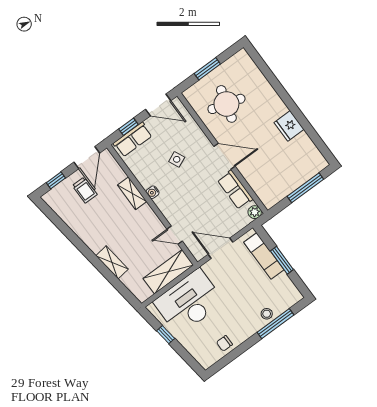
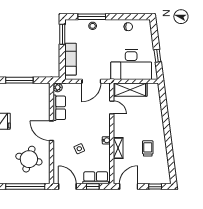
window: (207, 69) -> (25, 187), width x2.11
trolley: (85, 190) -> (148, 148), moved
door: (221, 248) -> (91, 81), hinge flipped
window: (282, 260) -> (62, 34), moved
shelving: (112, 262) -> (158, 118), removed

